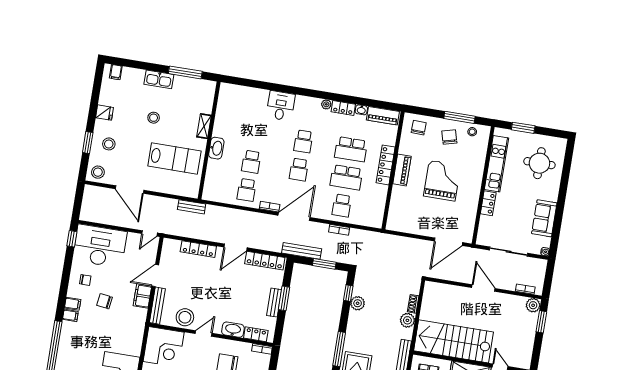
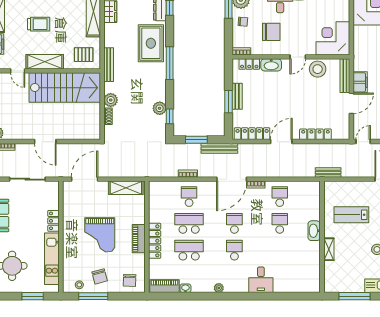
locker: (343, 108) -> (202, 287), removed
lab bench: (174, 158) -> (351, 215), width x0.73, depth x0.72
shelving: (407, 226) -> (126, 188), added

